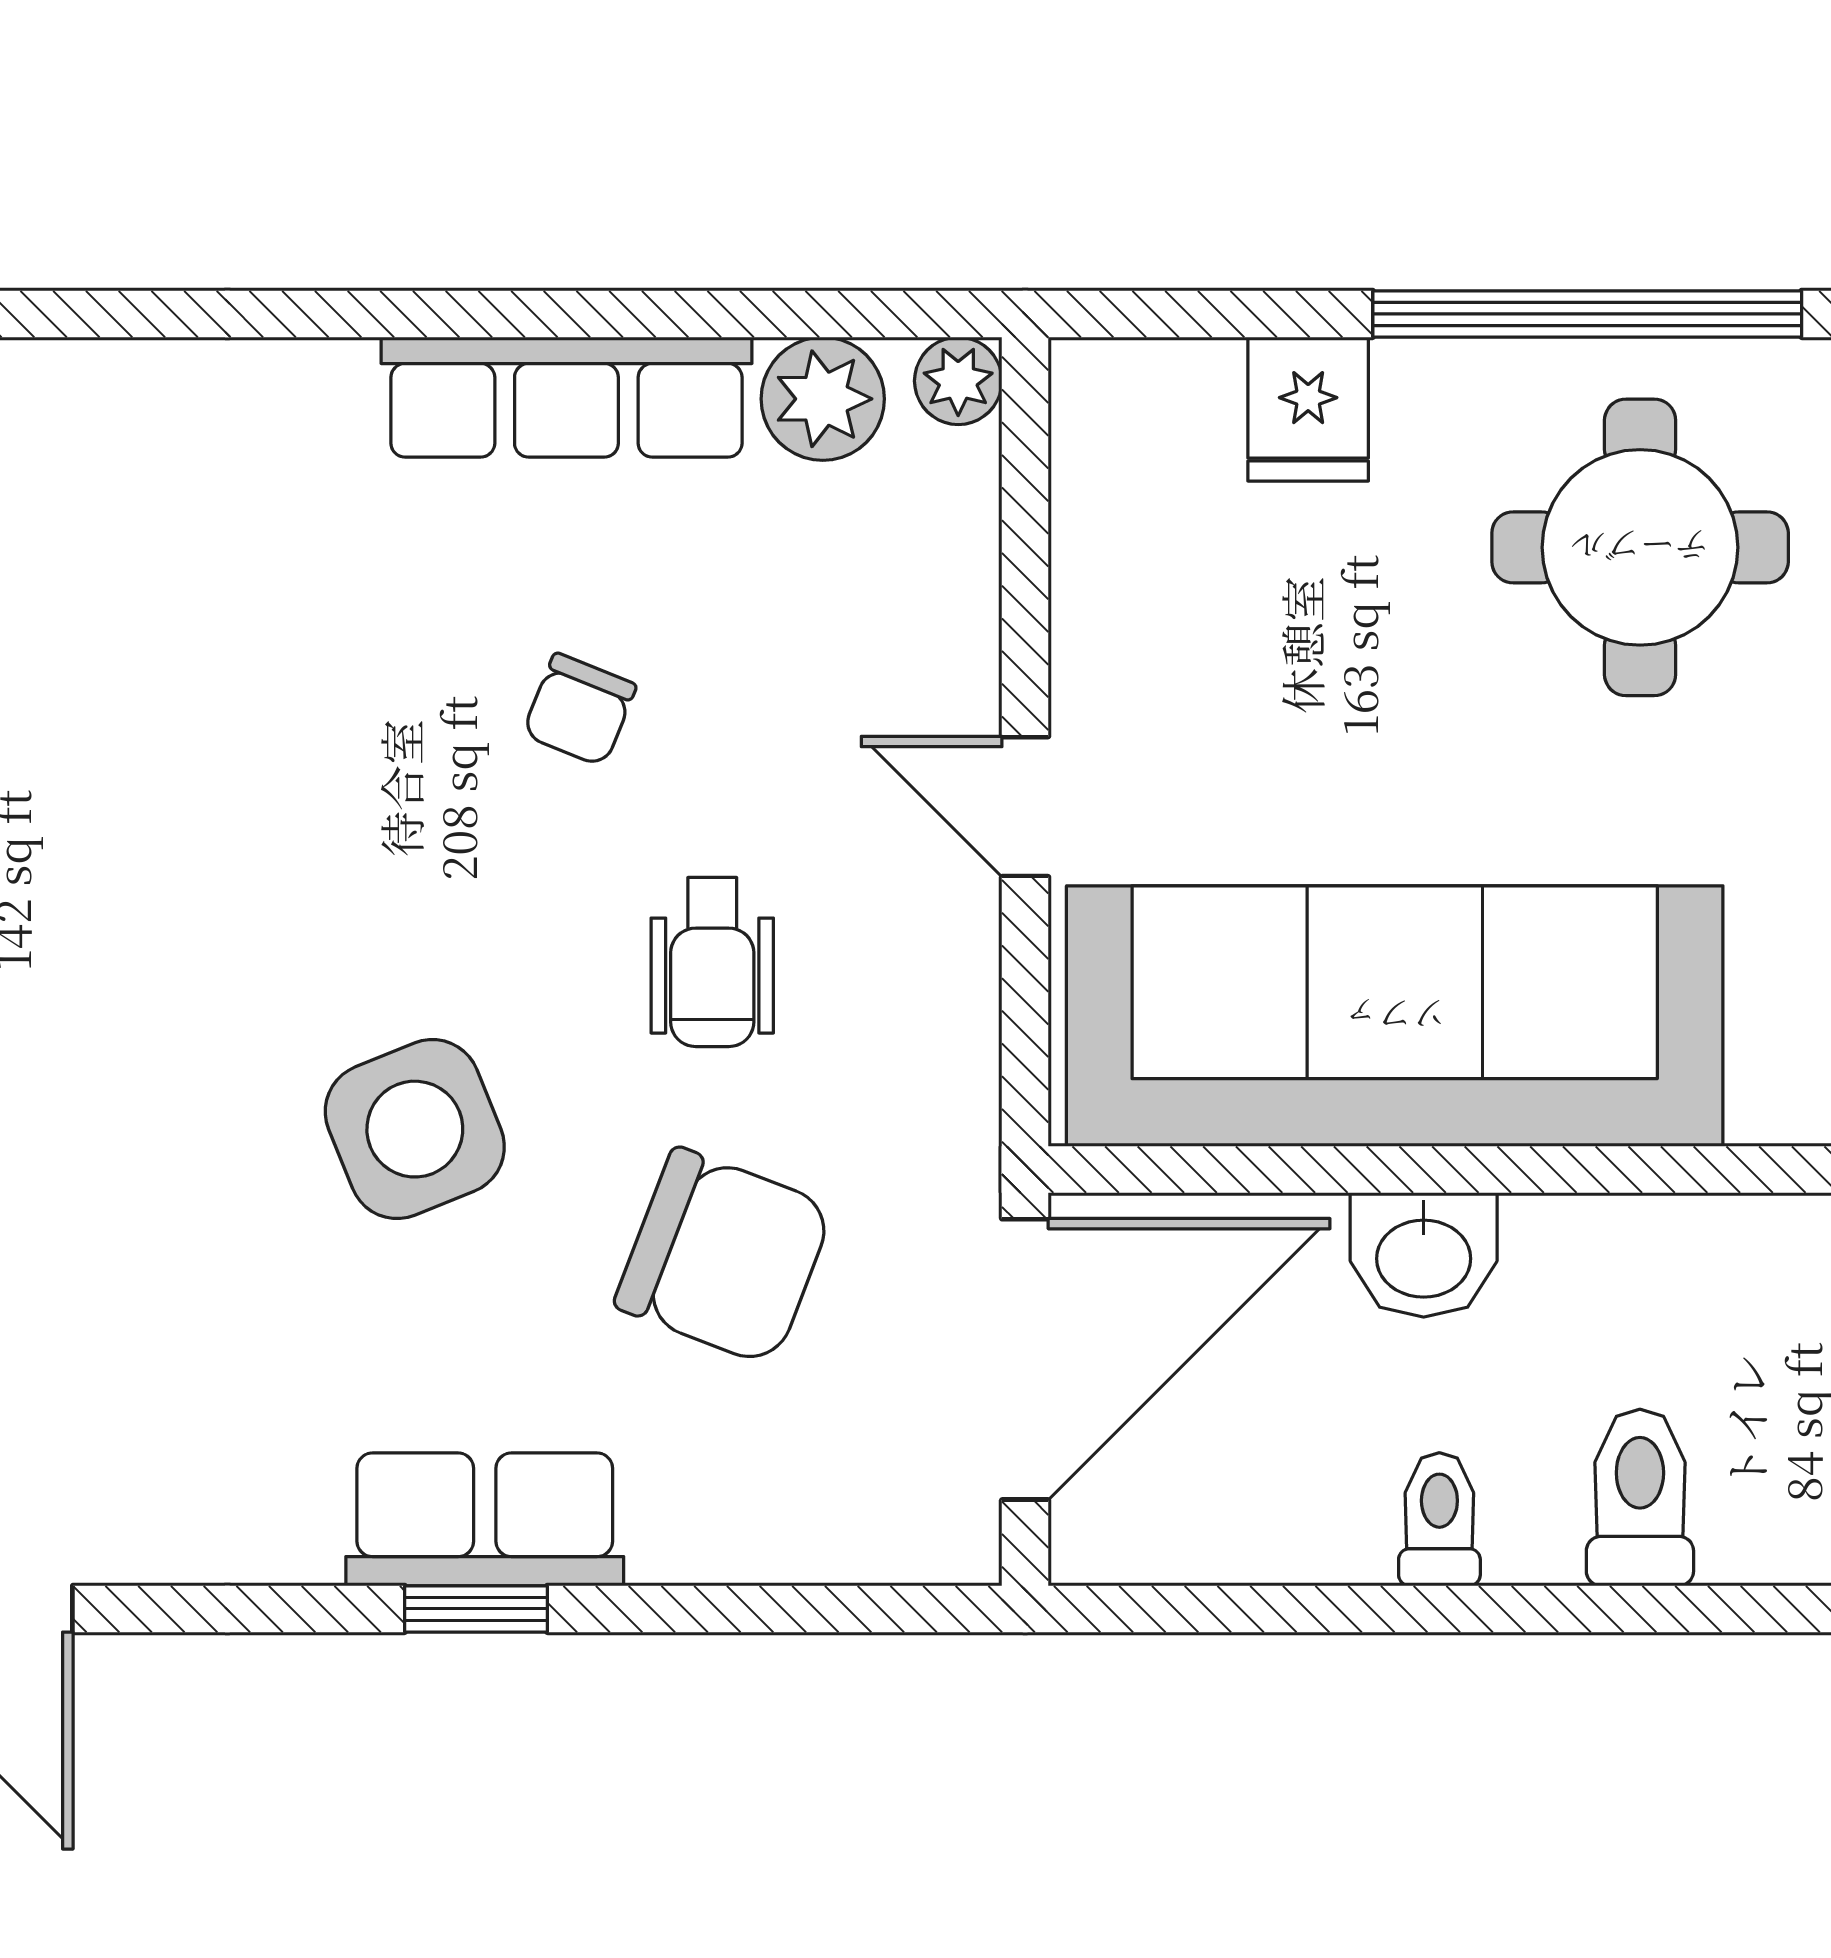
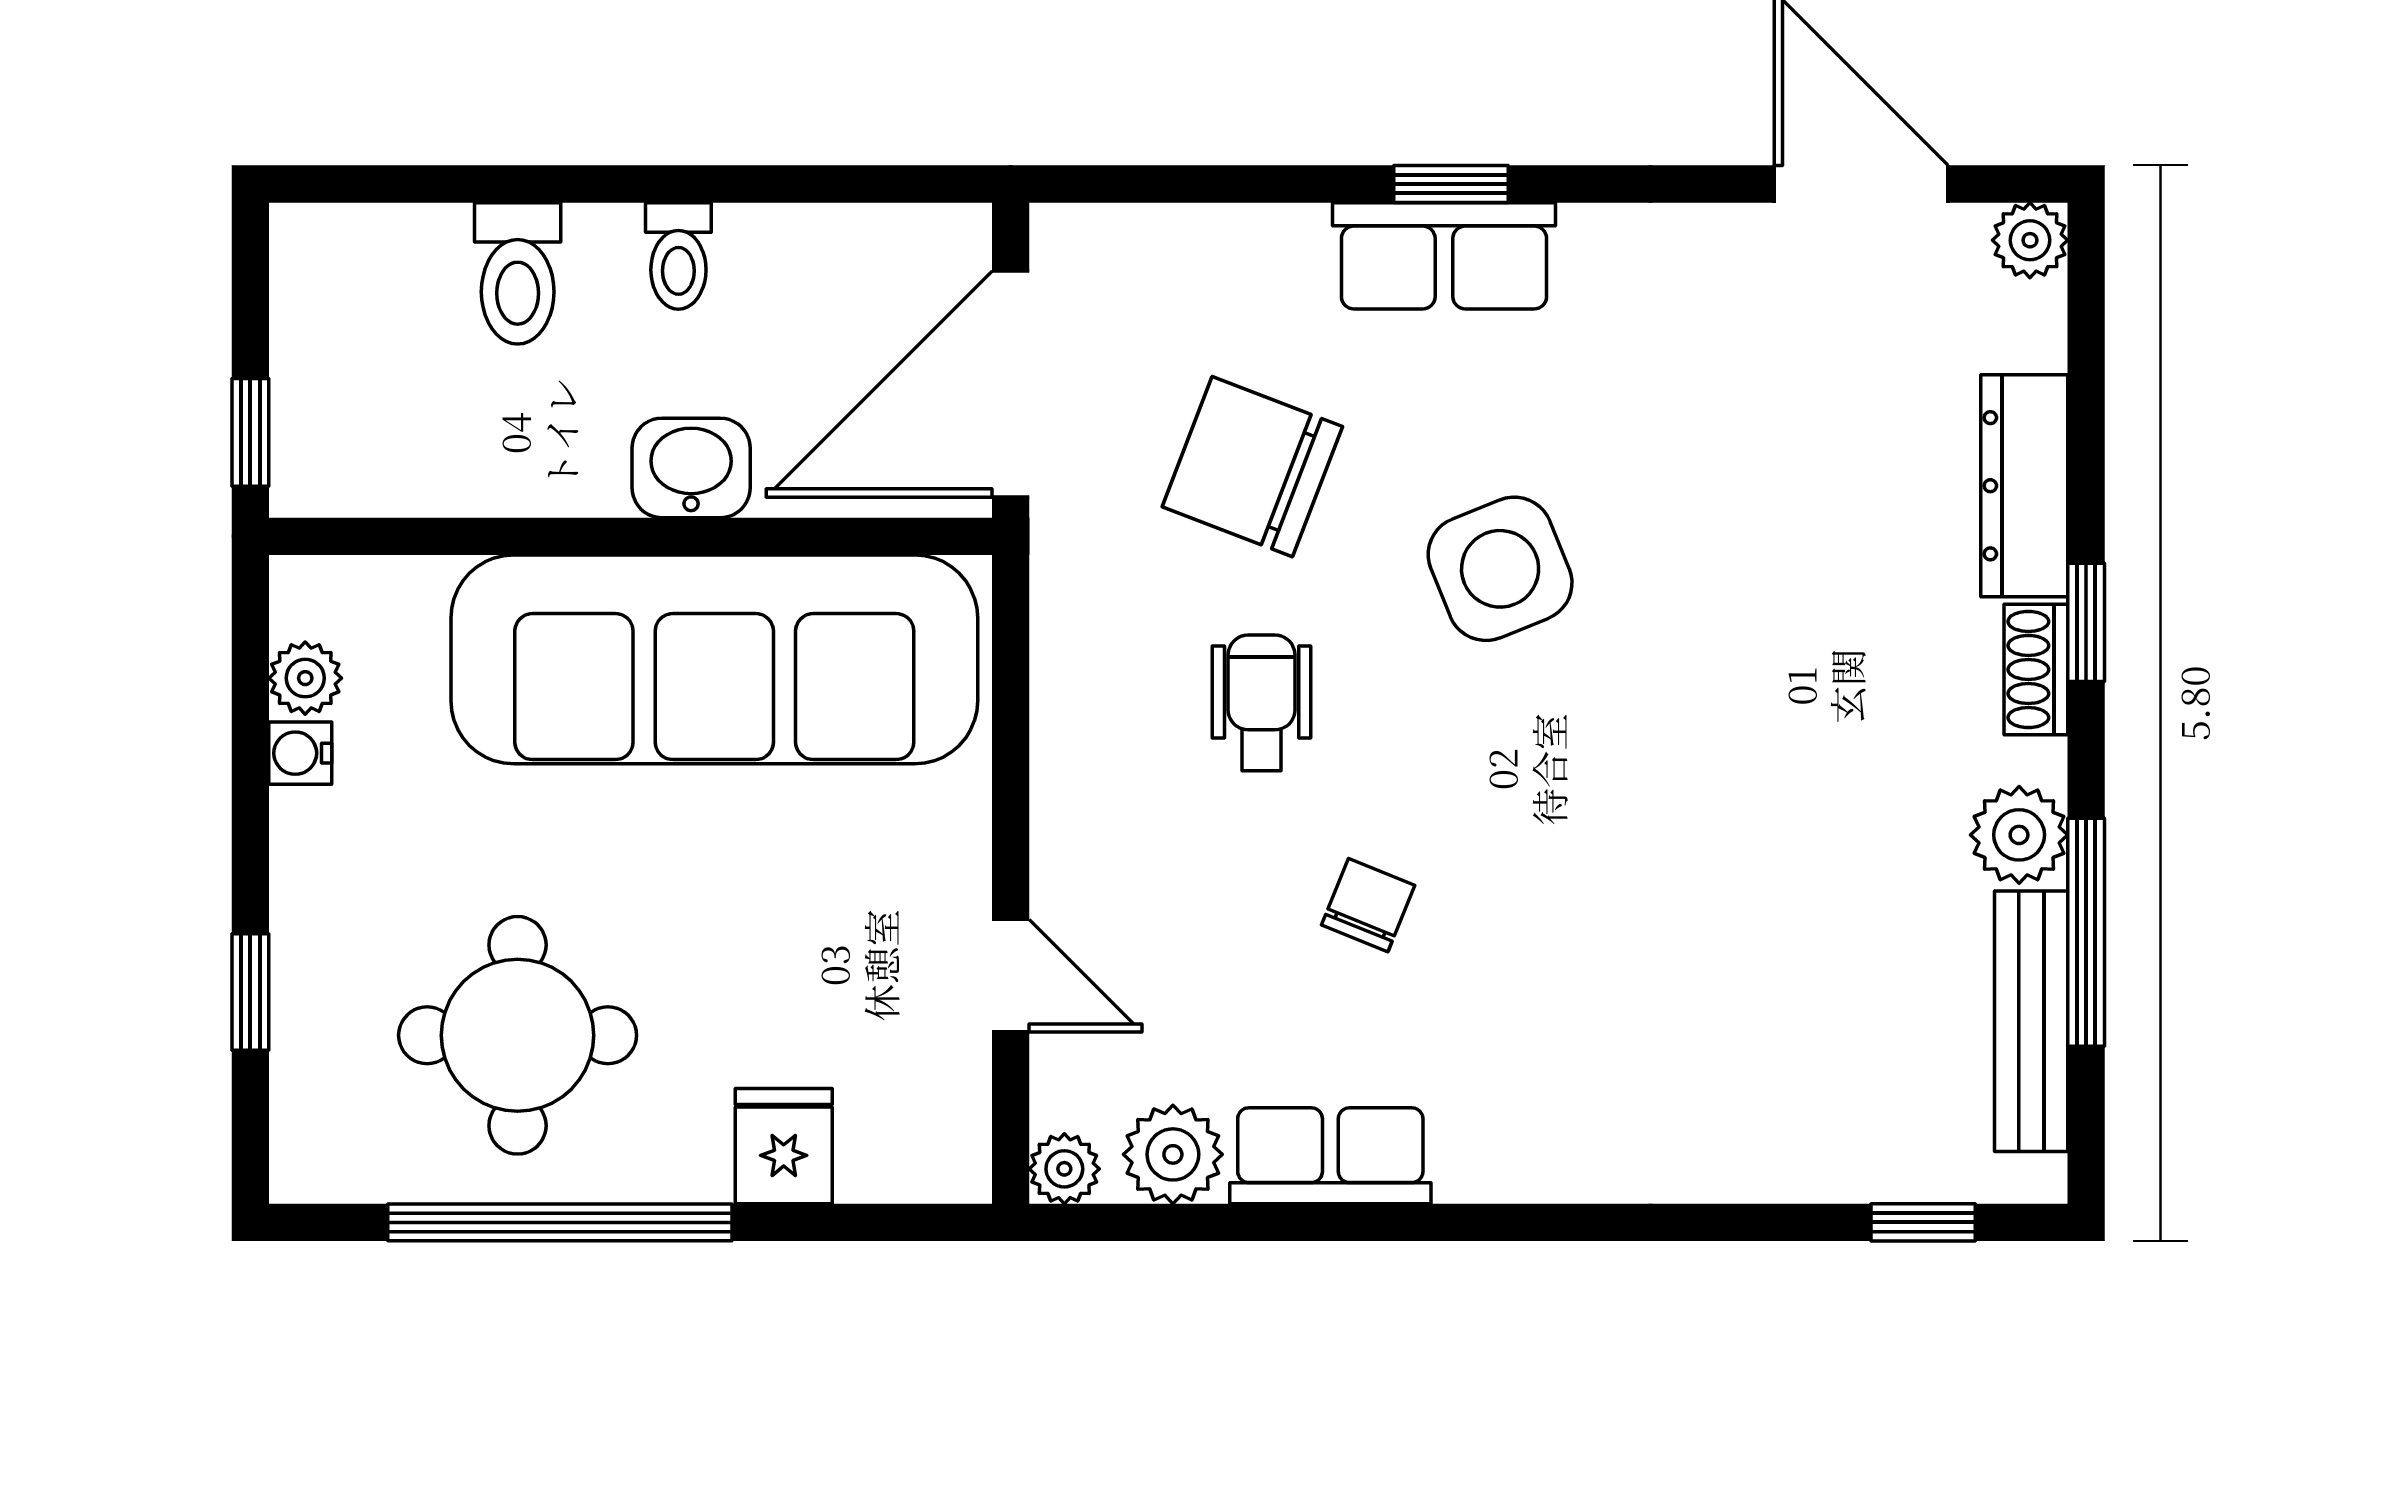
row of seats: (566, 397) -> (1330, 1156), width x0.68
door: (1025, 807) -> (1011, 976), moved

